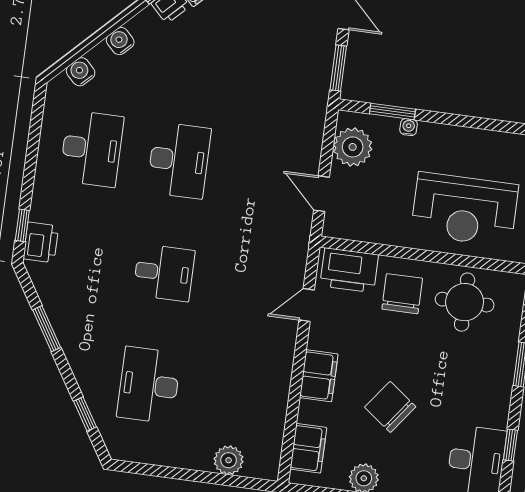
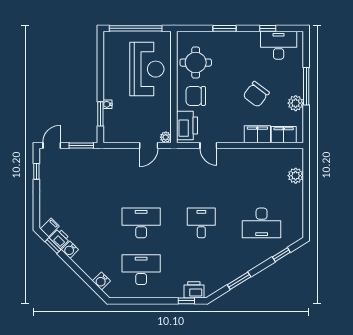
water cooler: (120, 41) -> (70, 250), moved
plant: (353, 147) -> (166, 137), moved, width x0.53, depth x0.53
filing cabinet: (319, 376) -> (257, 134), moved

